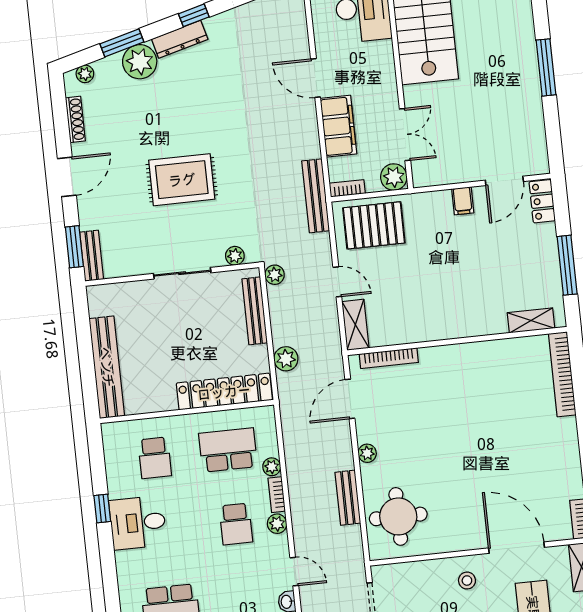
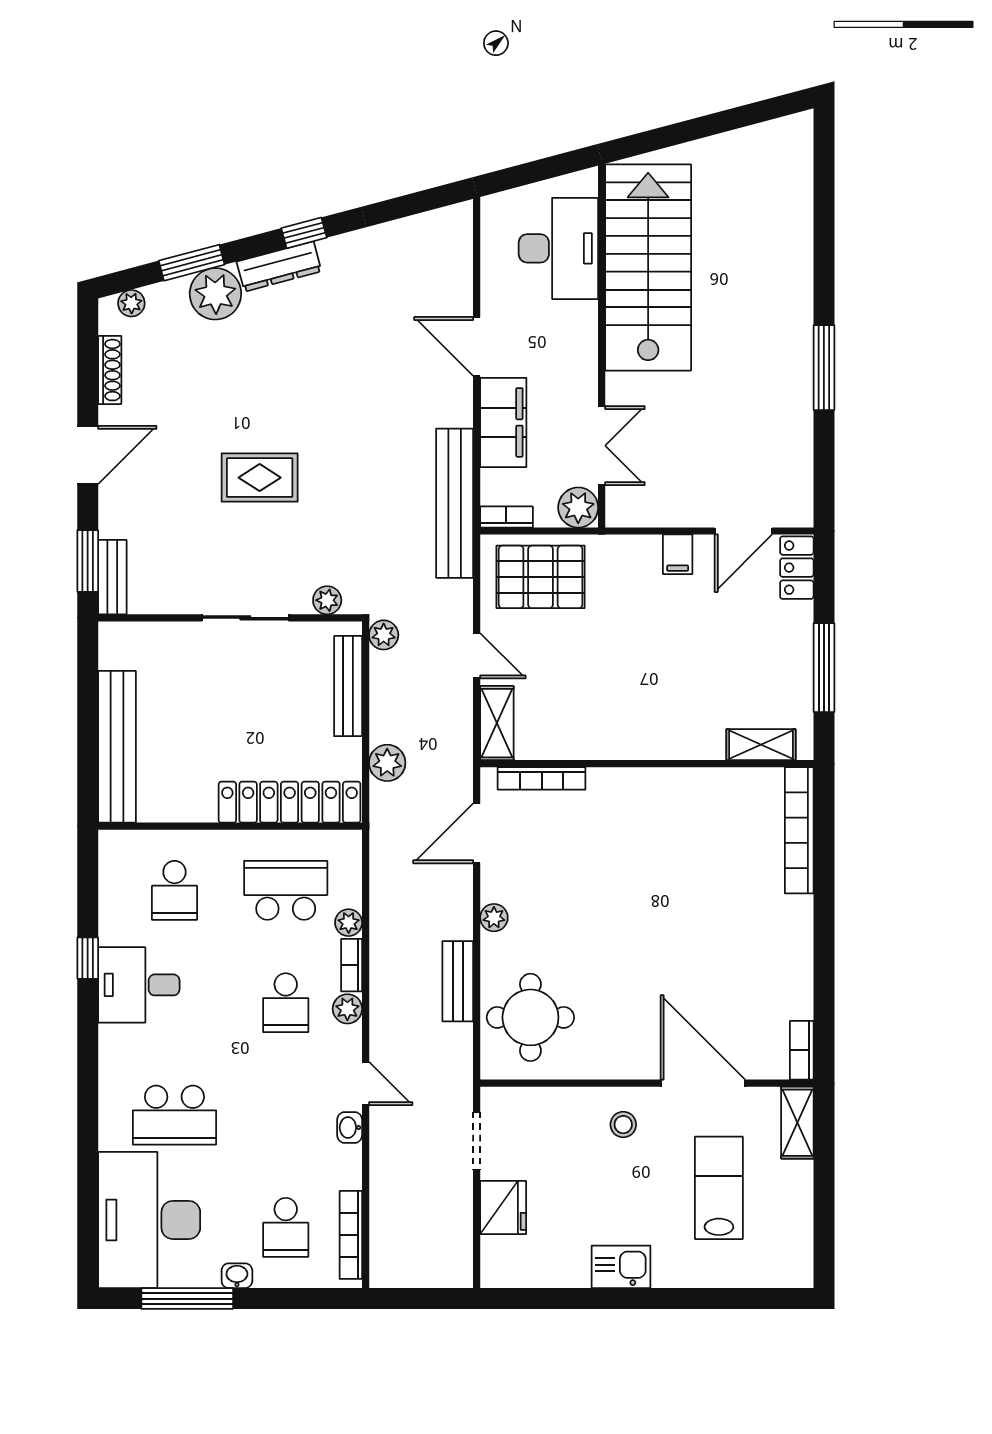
rug: (182, 180) -> (260, 478), width x0.73, depth x0.70
bench: (316, 196) -> (455, 503), width x1.37, depth x1.21

